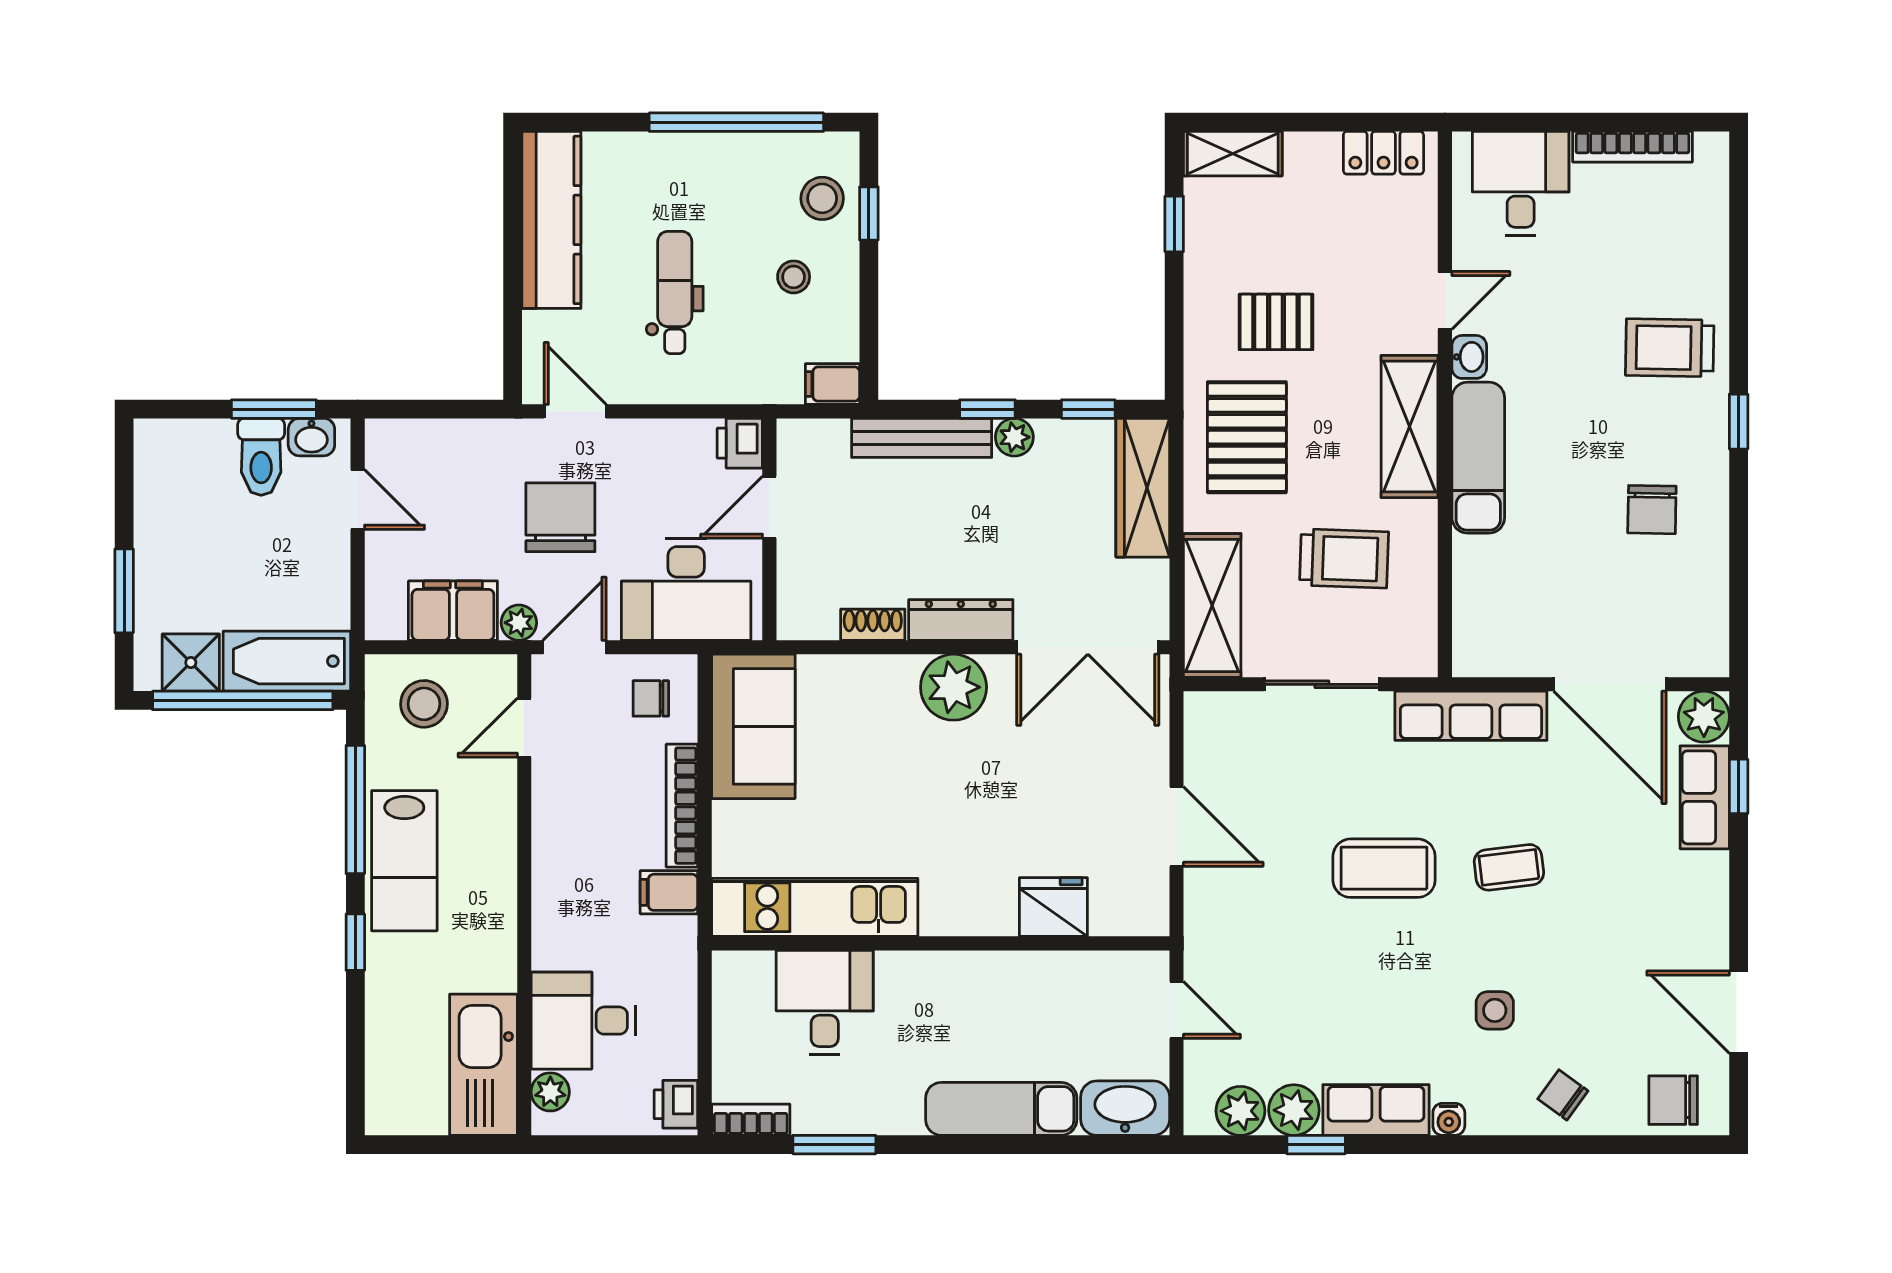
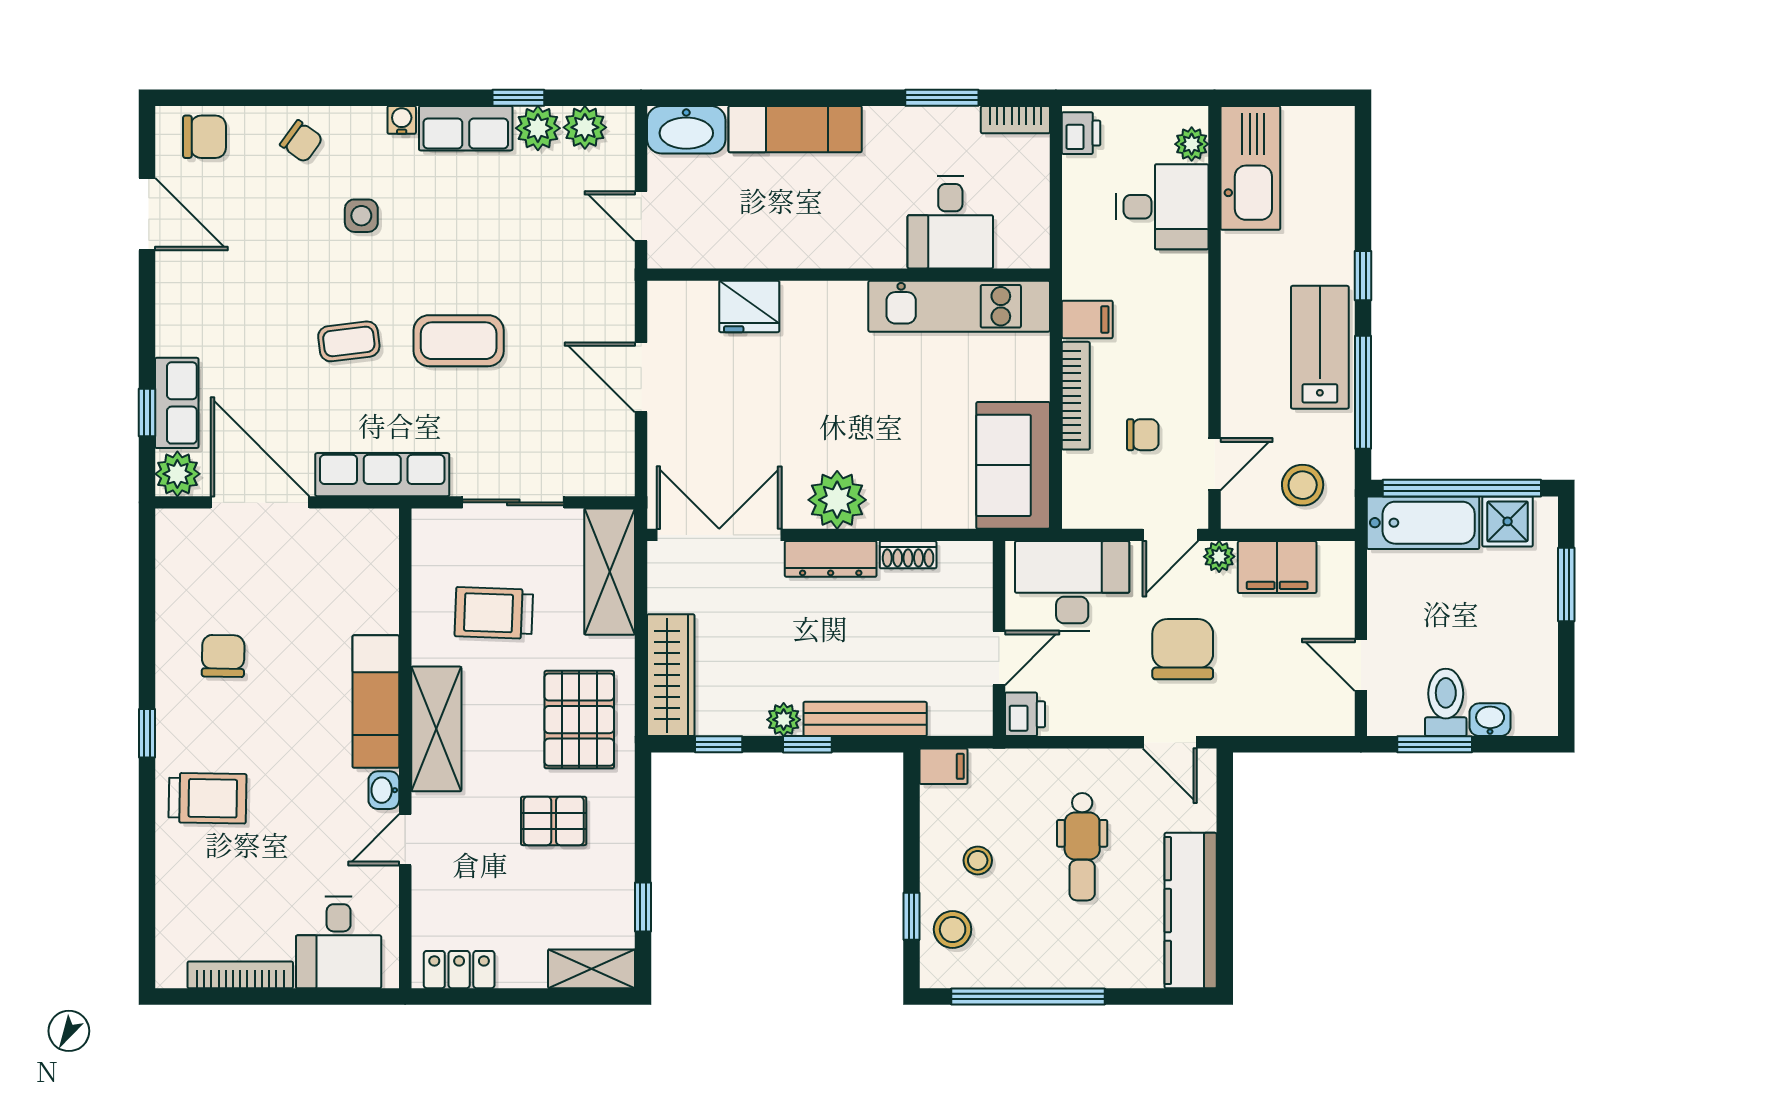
washbasin: (311, 437) -> (1490, 720), moved
chair: (560, 517) -> (1183, 649), turned 180
chair: (651, 698) -> (1143, 435), moved

